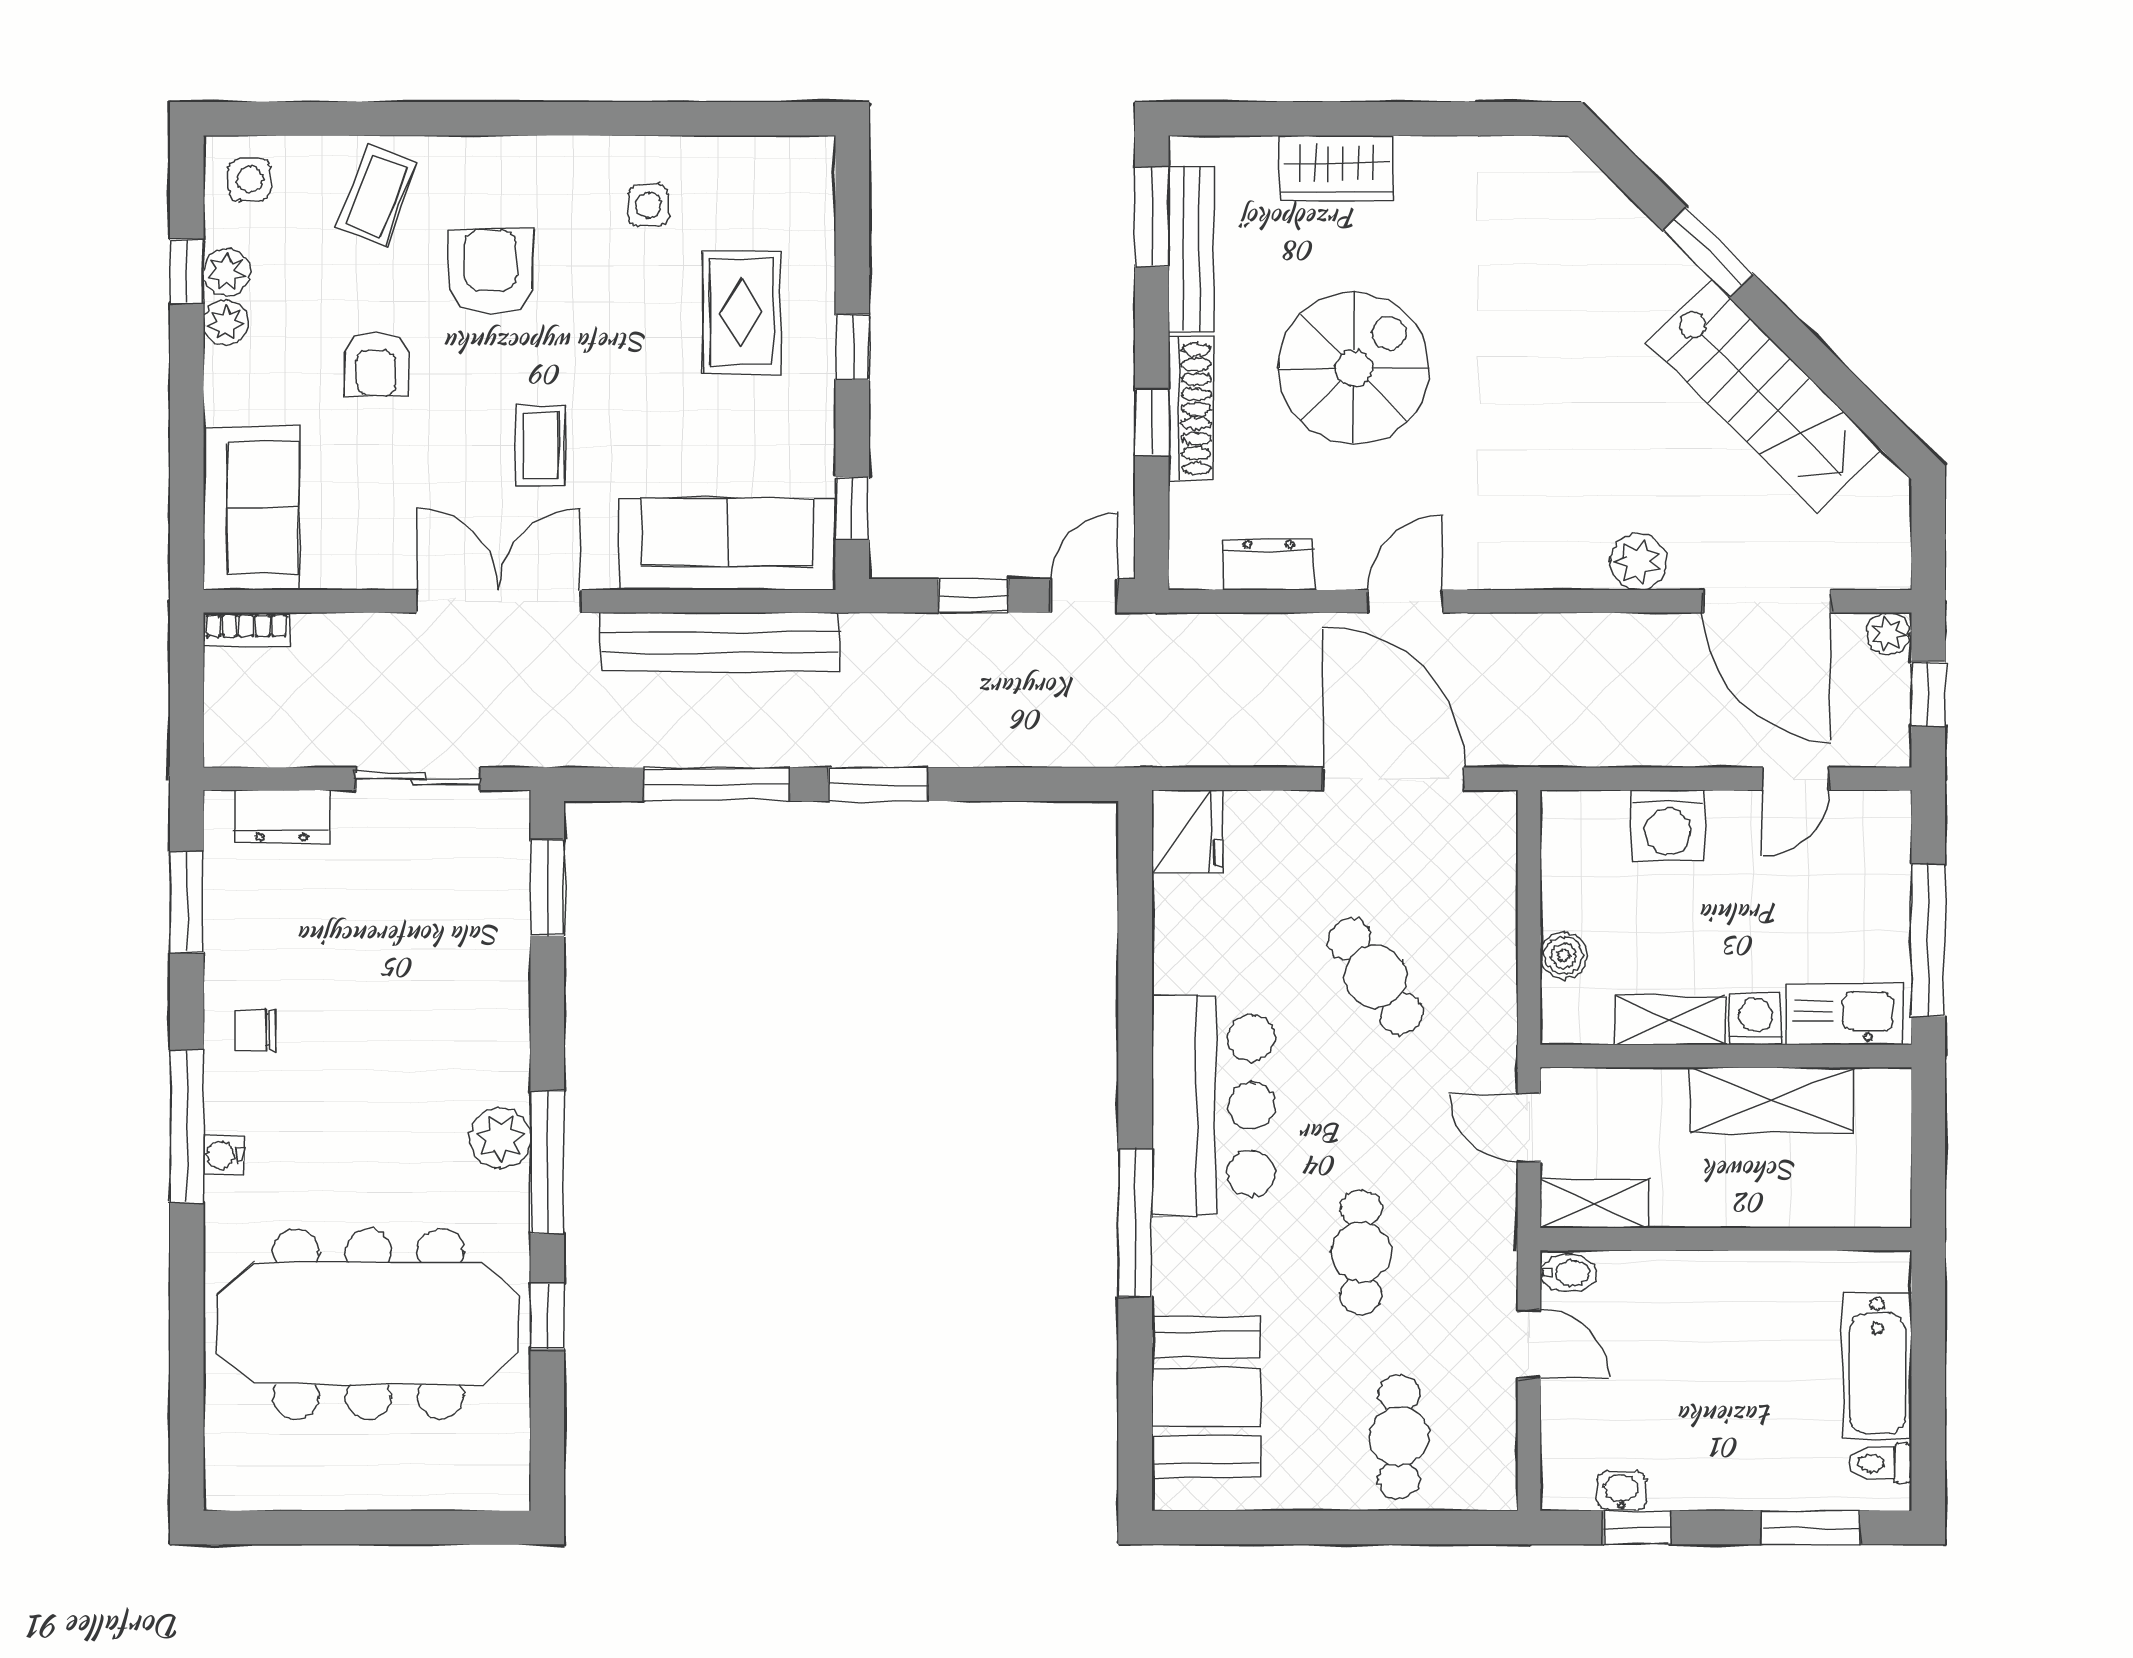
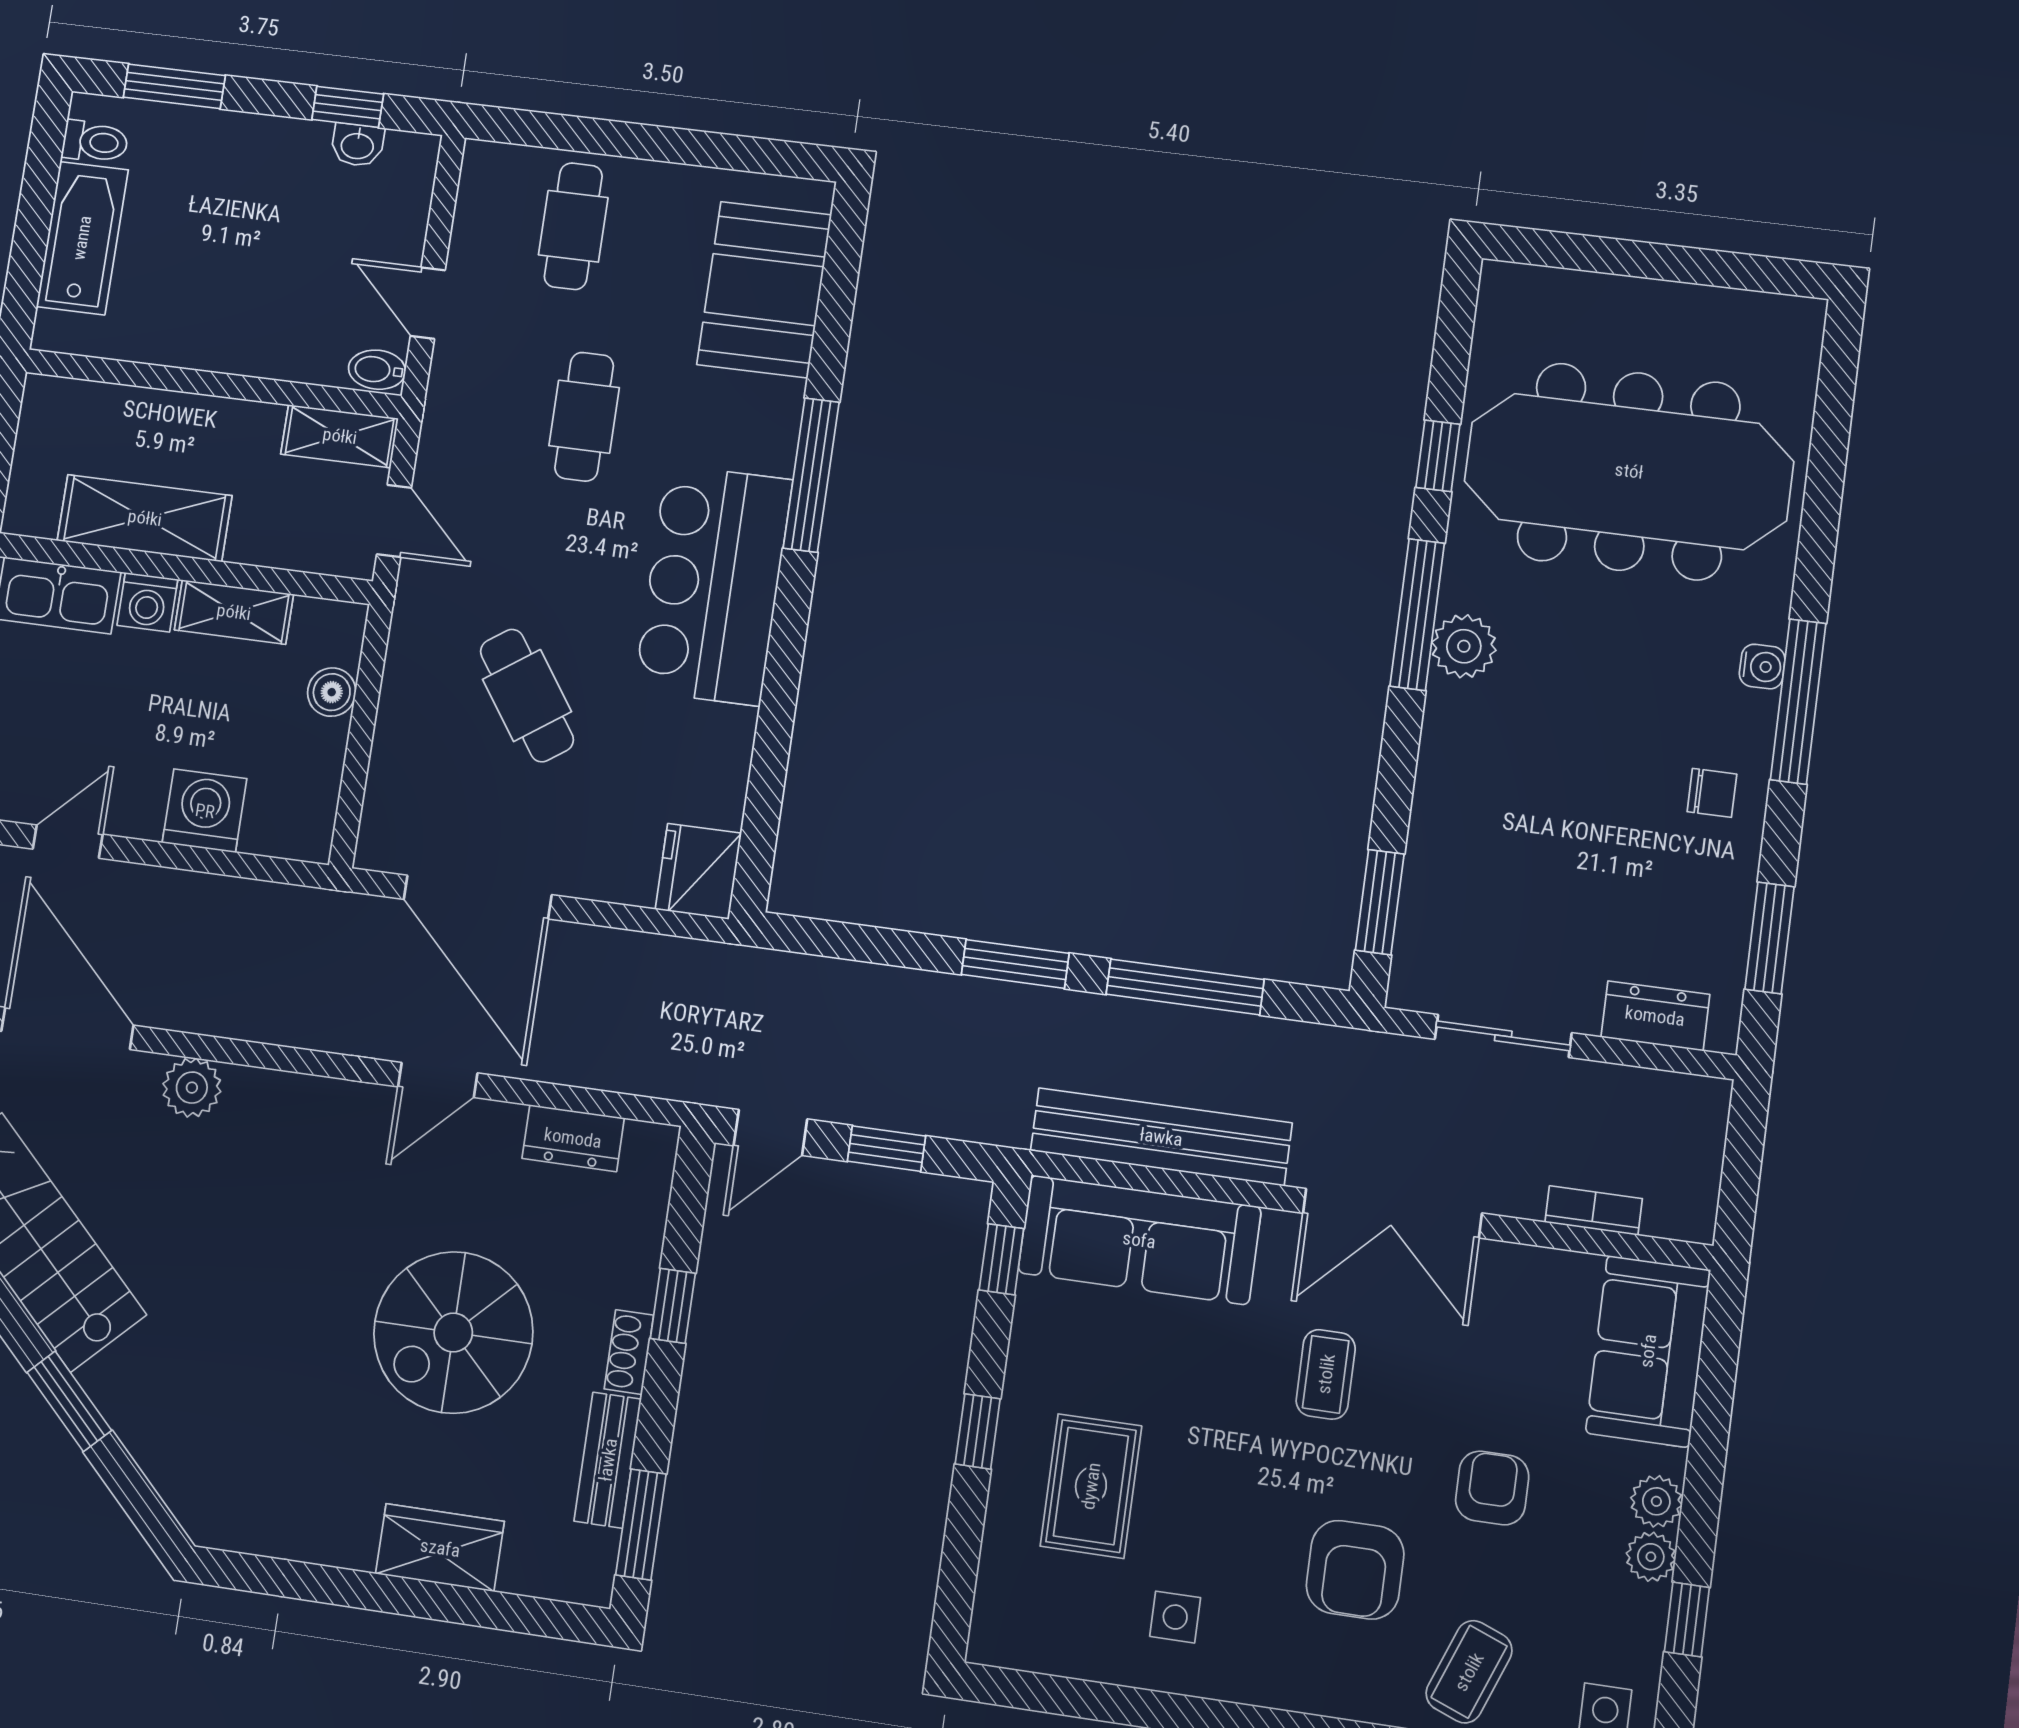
bench: (1192, 249) -> (608, 1460), width x0.73
plant: (227, 272) -> (1656, 1501), moved
shoe rack: (1191, 409) -> (629, 1352), width x0.51, depth x0.81
bookcase: (246, 630) -> (1594, 1210), moved

